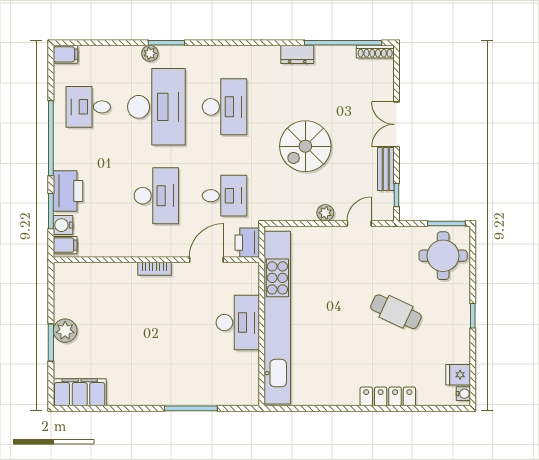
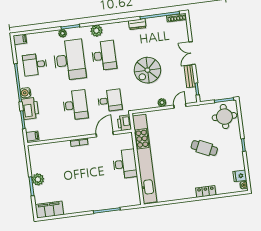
plant: (216, 57) -> (96, 31), added
water cooler: (63, 225) -> (26, 93), moved
locker: (388, 396) -> (206, 191), width x0.66

